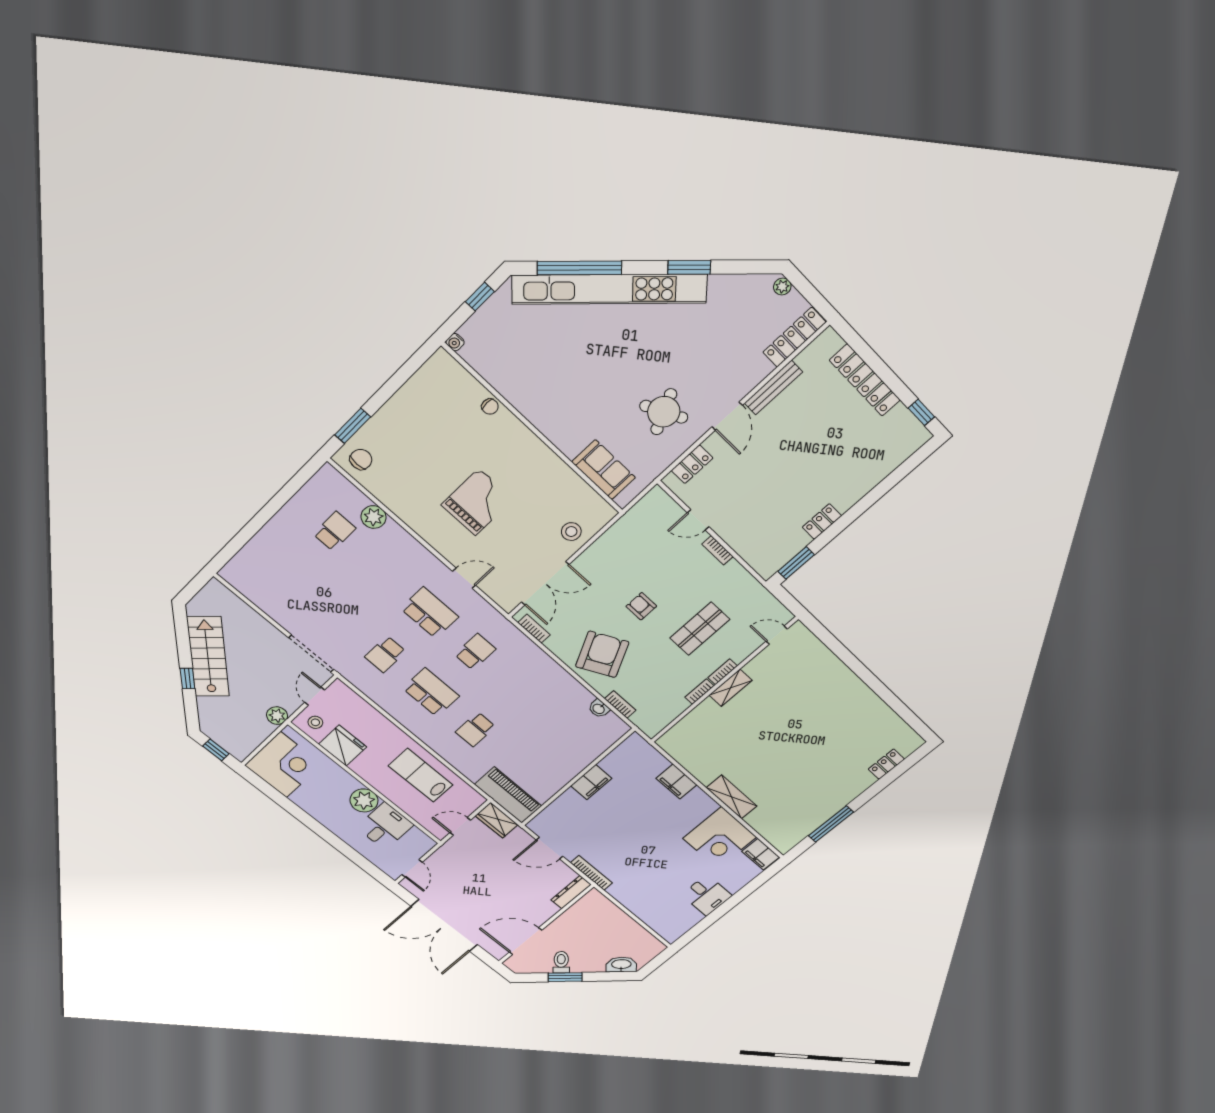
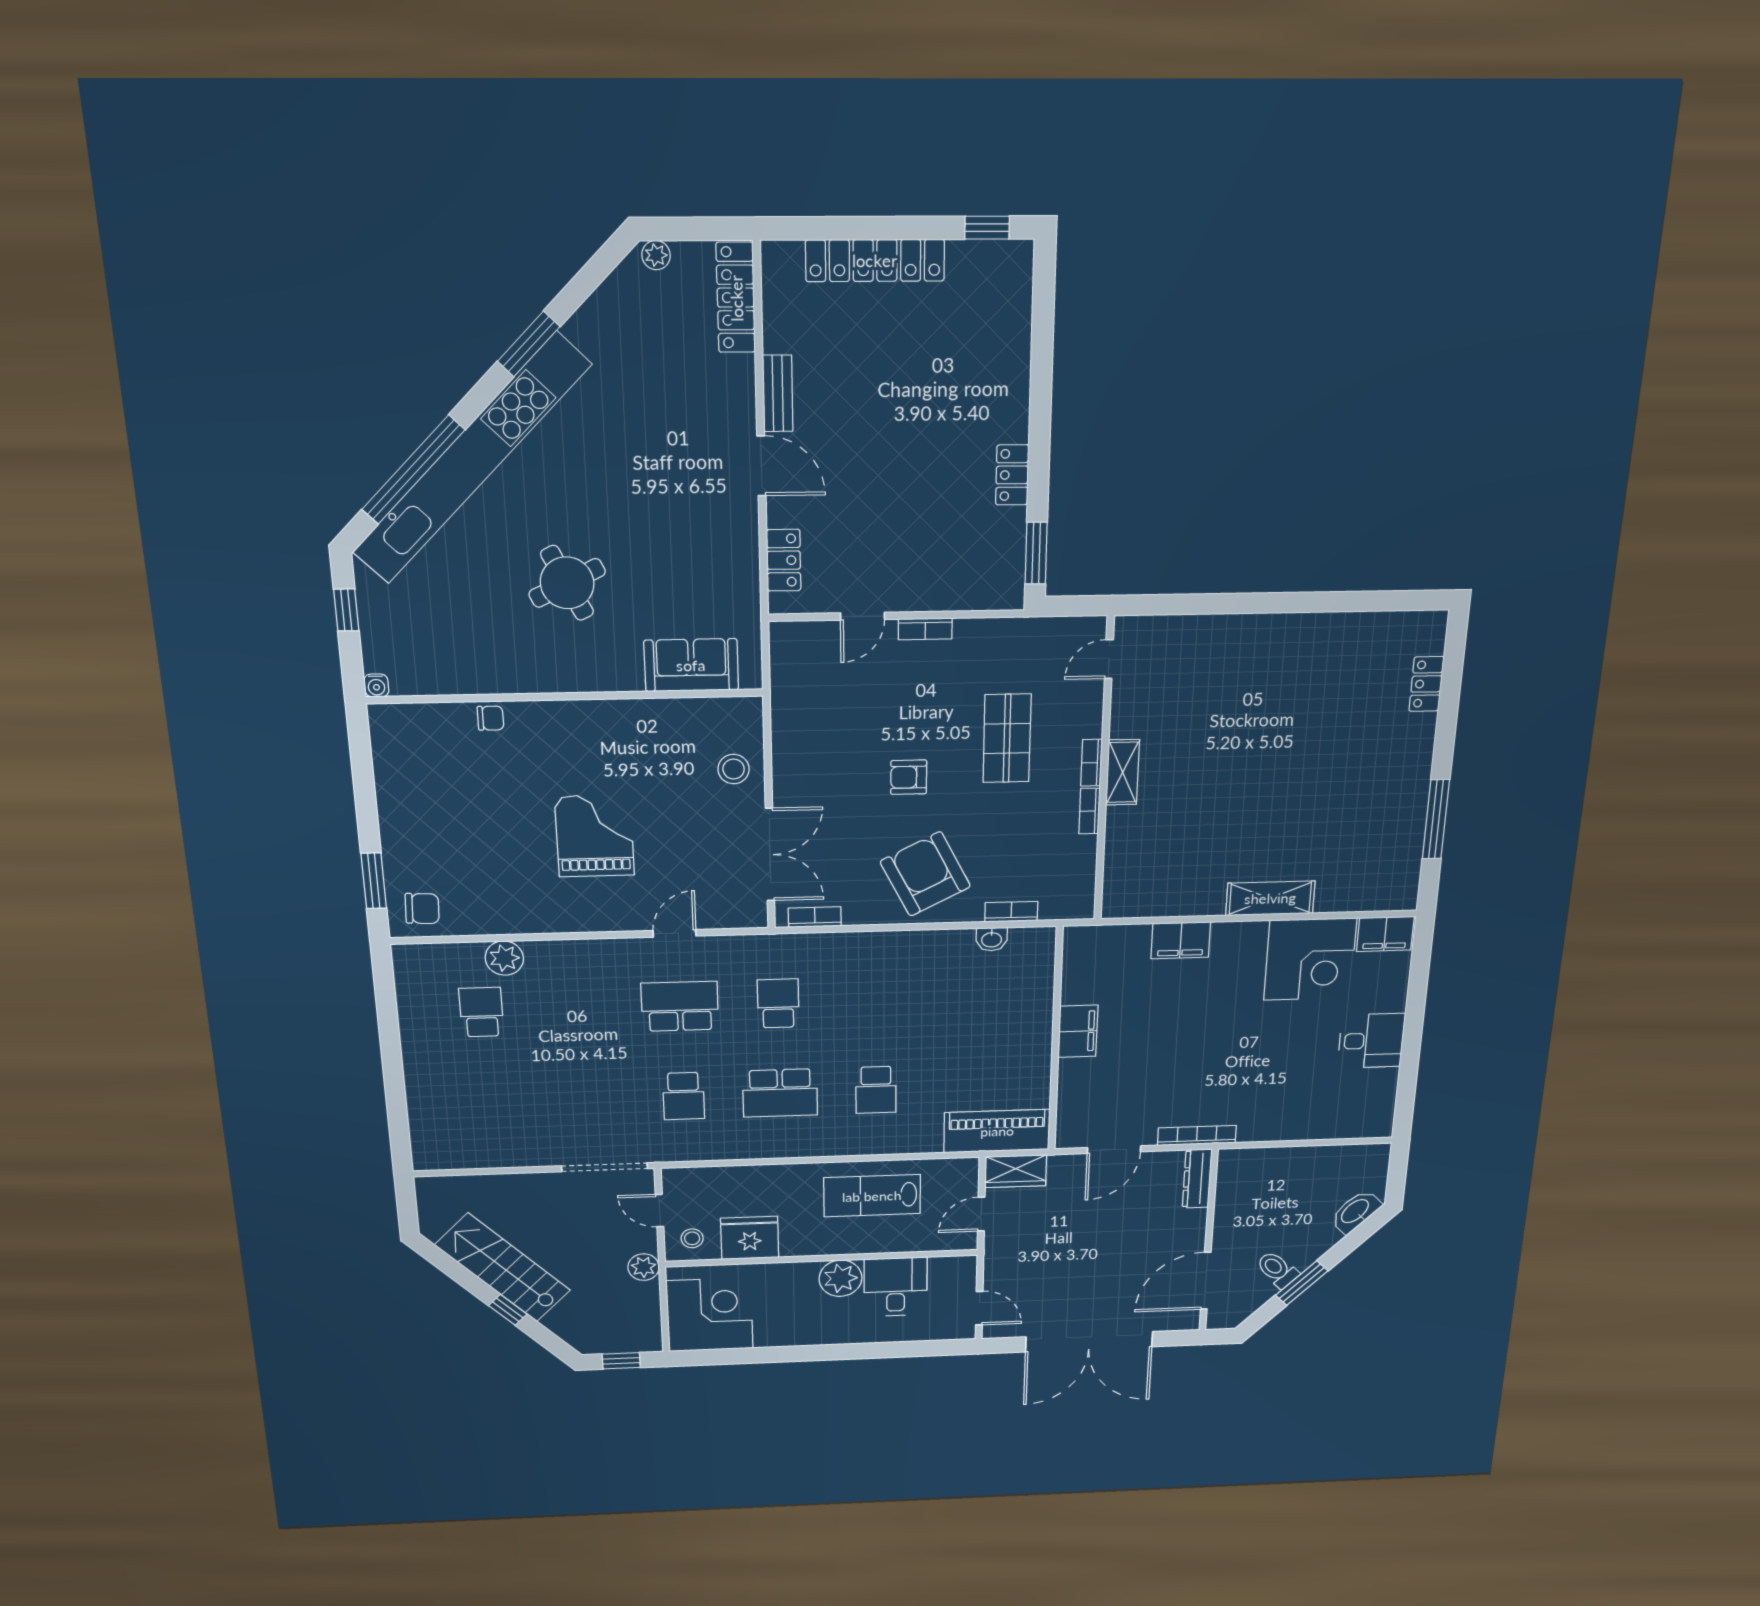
bench: (773, 388) -> (778, 393), width x0.73
round table: (664, 412) -> (567, 583), moved
chair: (361, 459) -> (422, 909), turned 93
school desk: (431, 692) -> (780, 1093), turned 180

